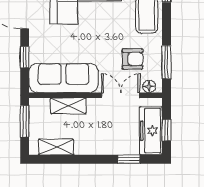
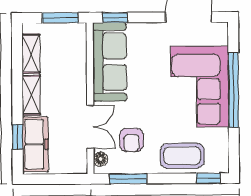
window: (25, 57) -> (115, 18), moved
shelving: (68, 106) -> (31, 95), moved
window: (166, 130) -> (51, 179), removed
freezer: (151, 131) -> (35, 144), moved, turned 90

